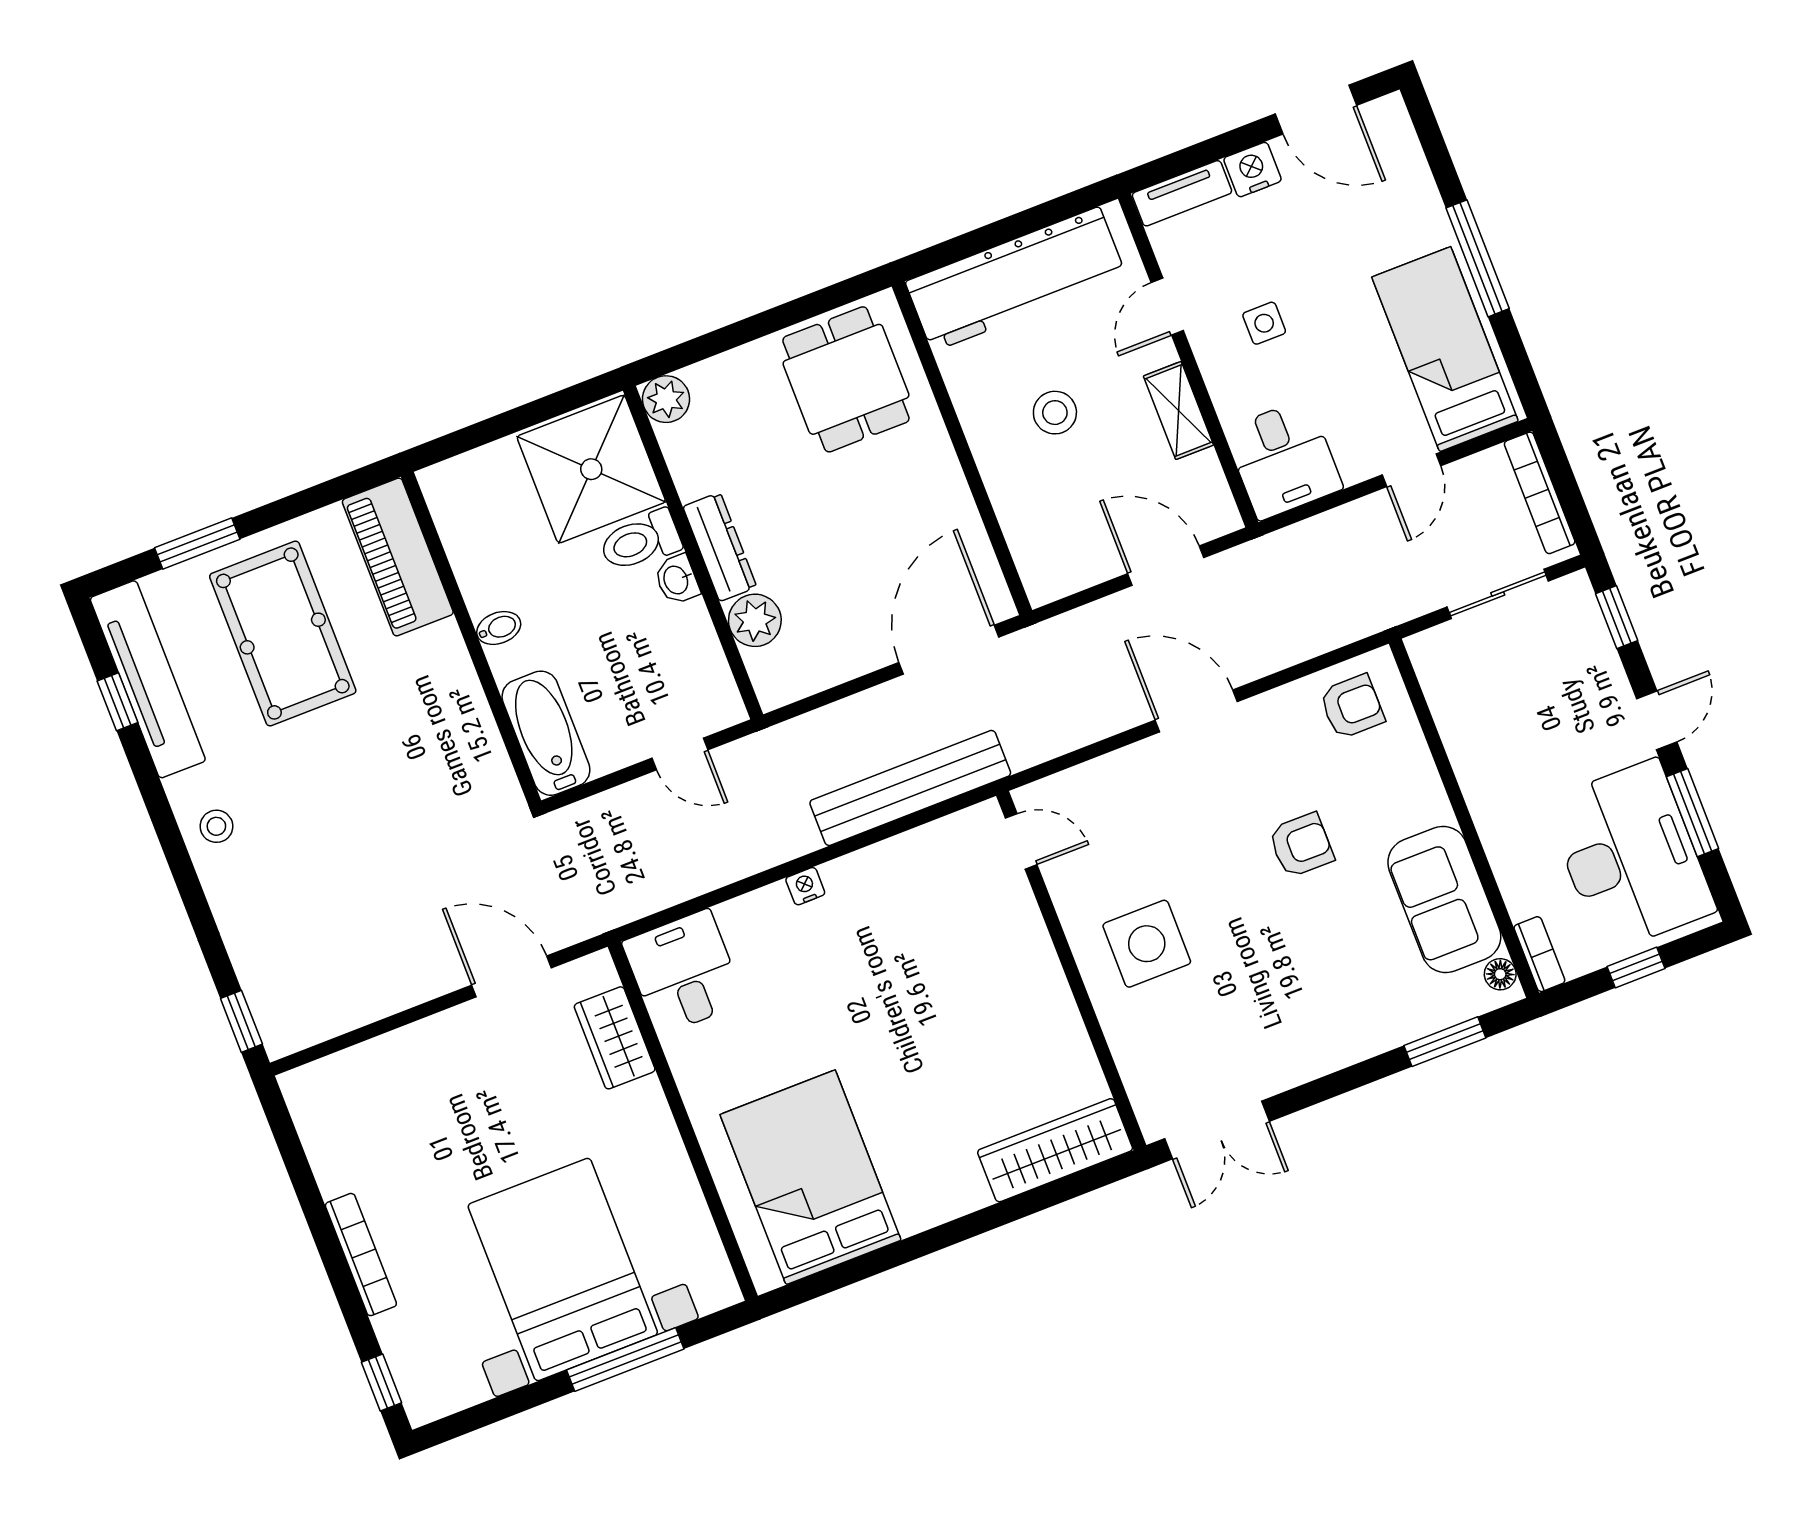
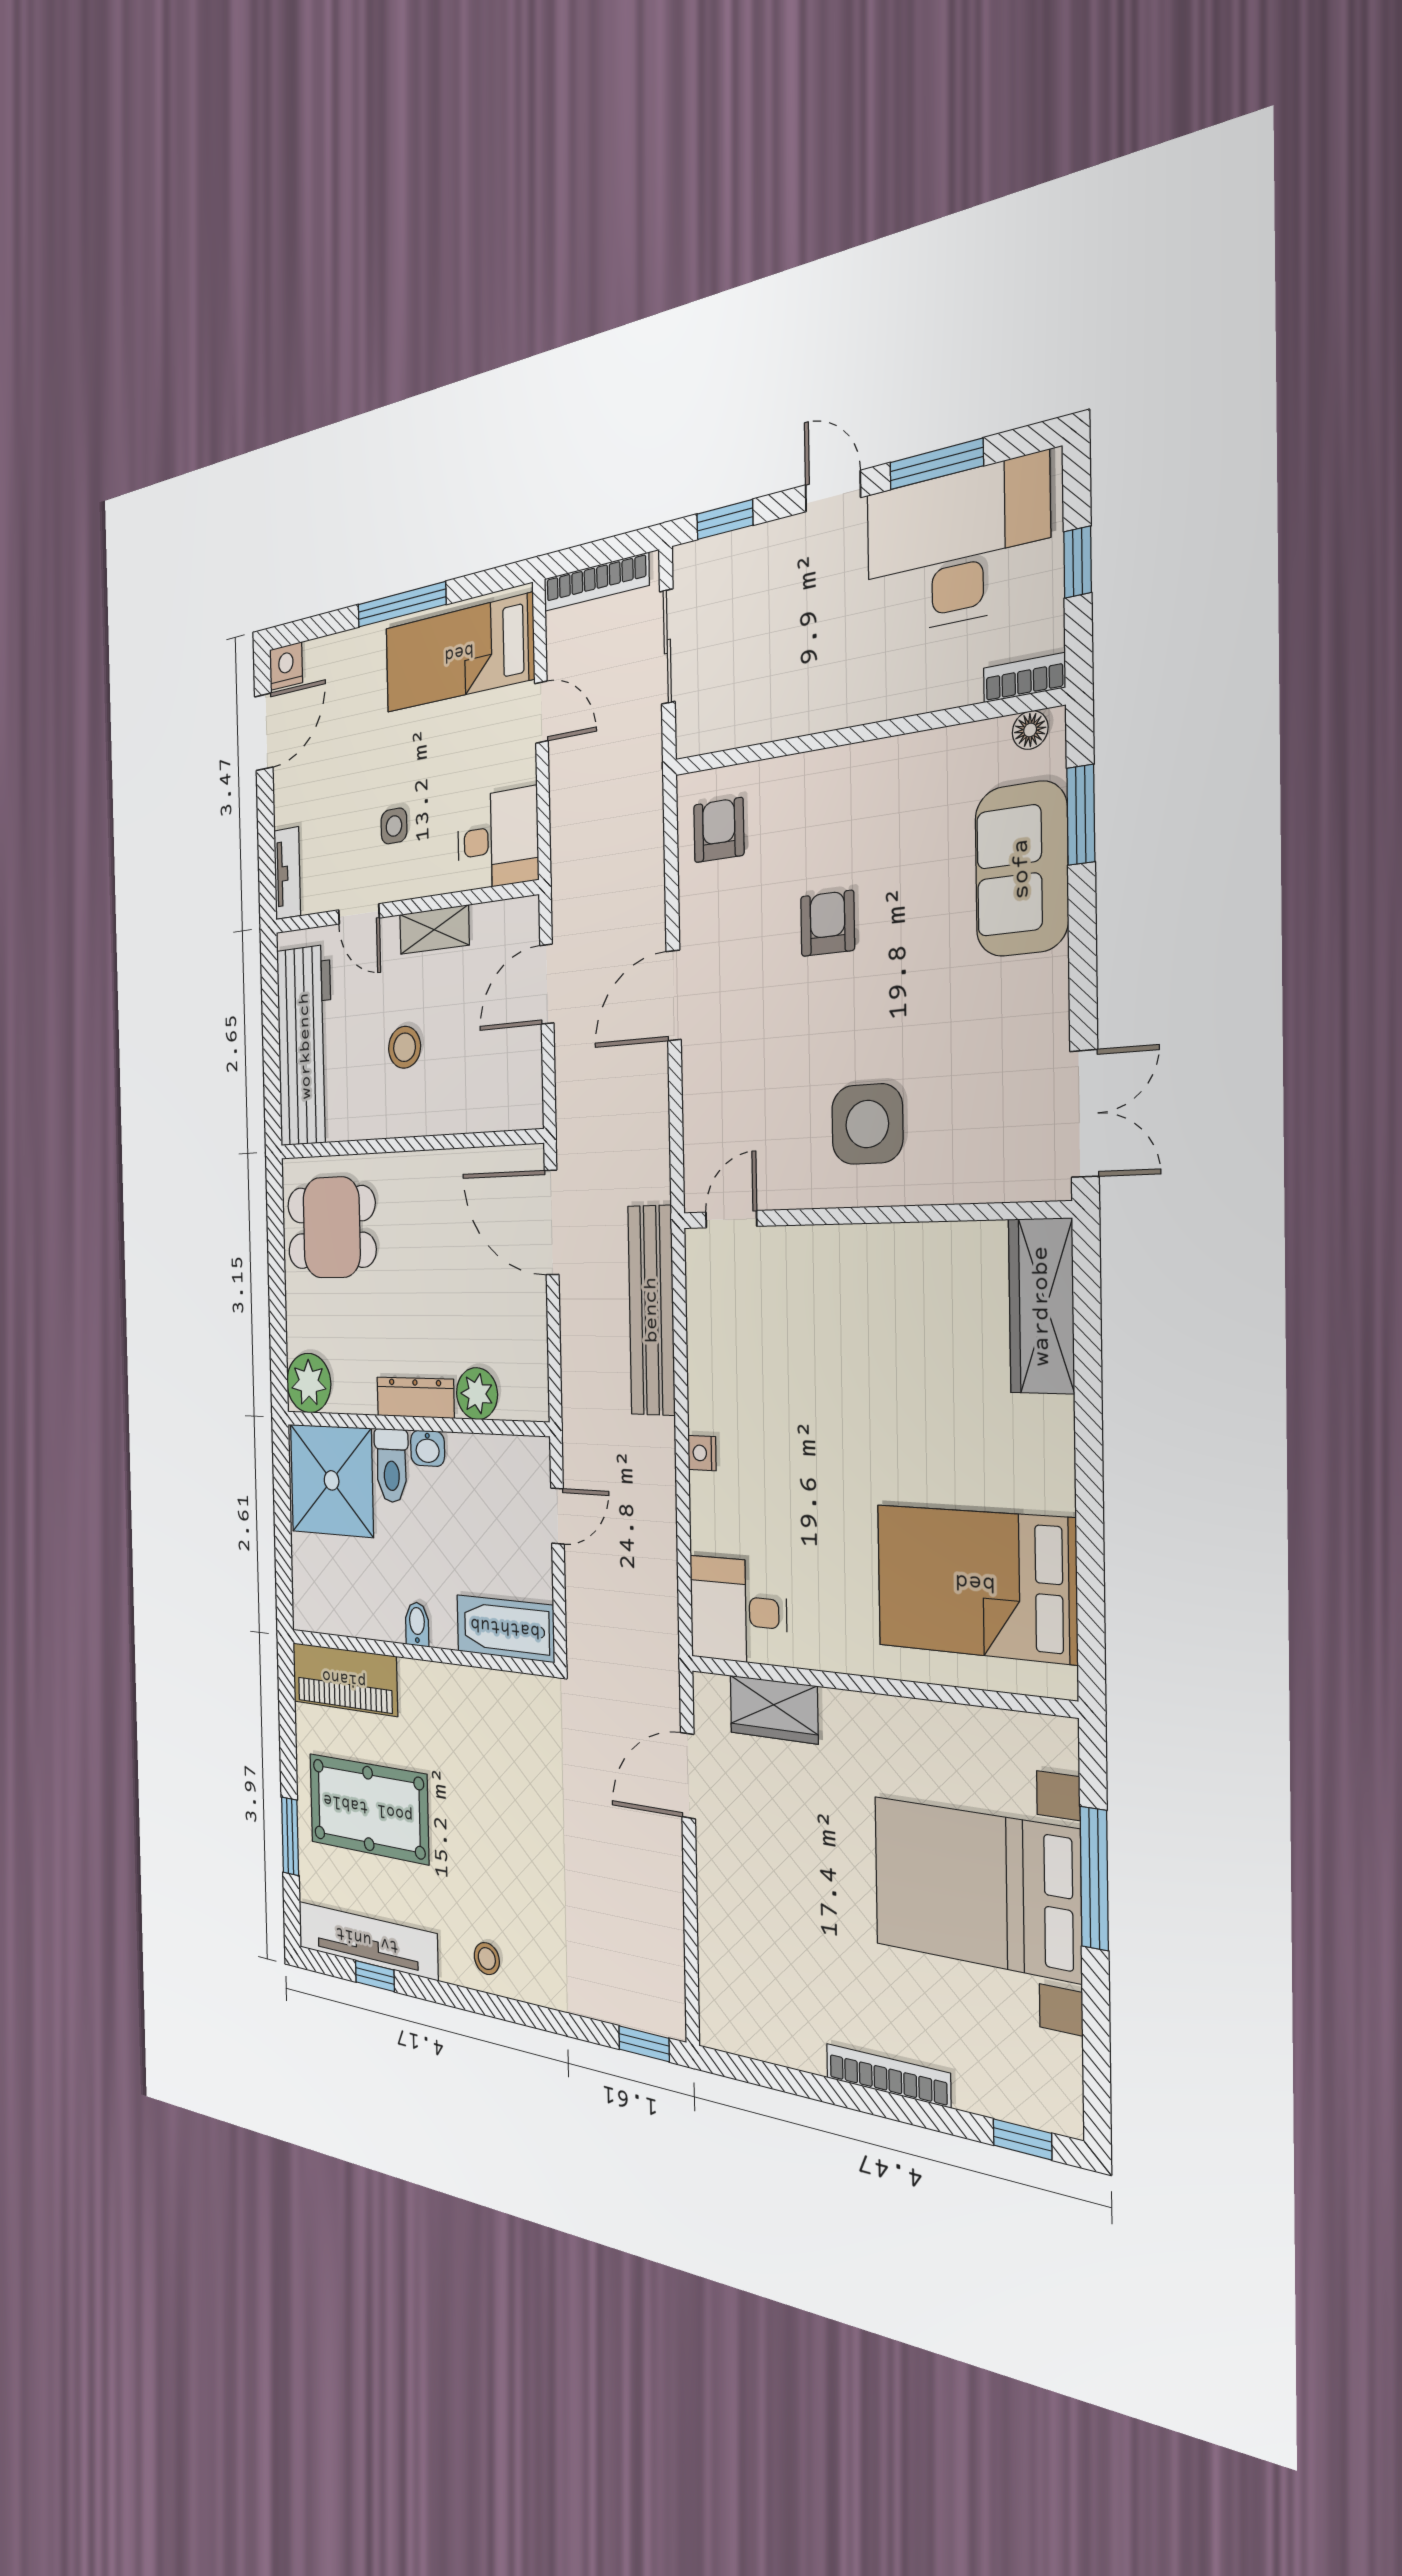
nightstand: (1252, 170) -> (286, 666), moved, turned 90
plant: (666, 399) -> (309, 1383), width x1.36, depth x1.36
sofa: (1444, 899) -> (1021, 869), moved, turned 90

